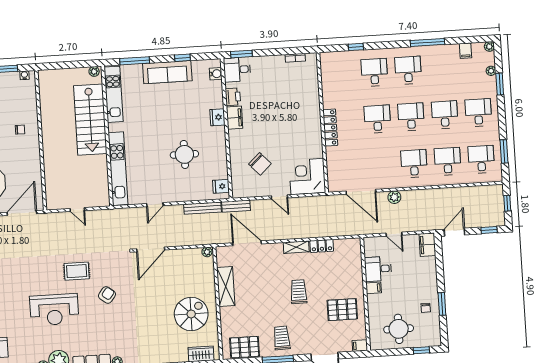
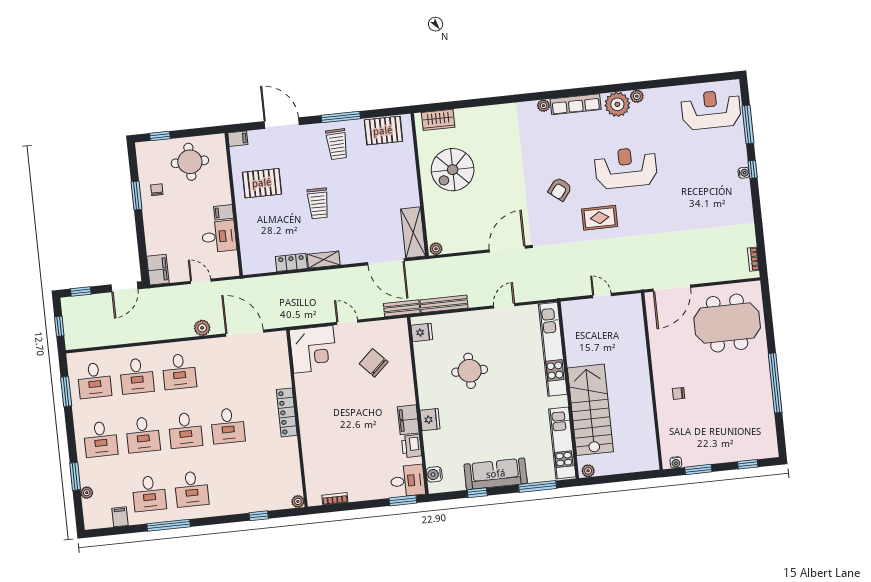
plant: (489, 46) -> (298, 501), moved
desk: (374, 72) -> (149, 493), moved
shelving: (226, 286) -> (413, 232), moved

